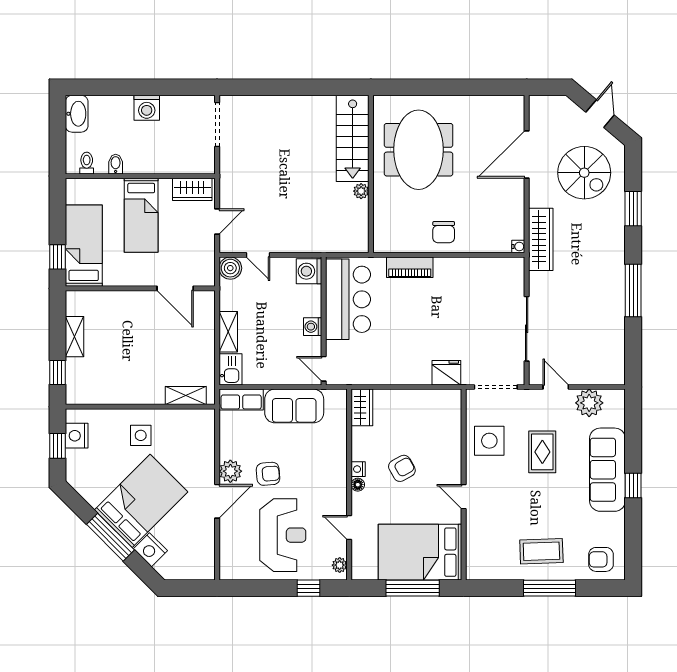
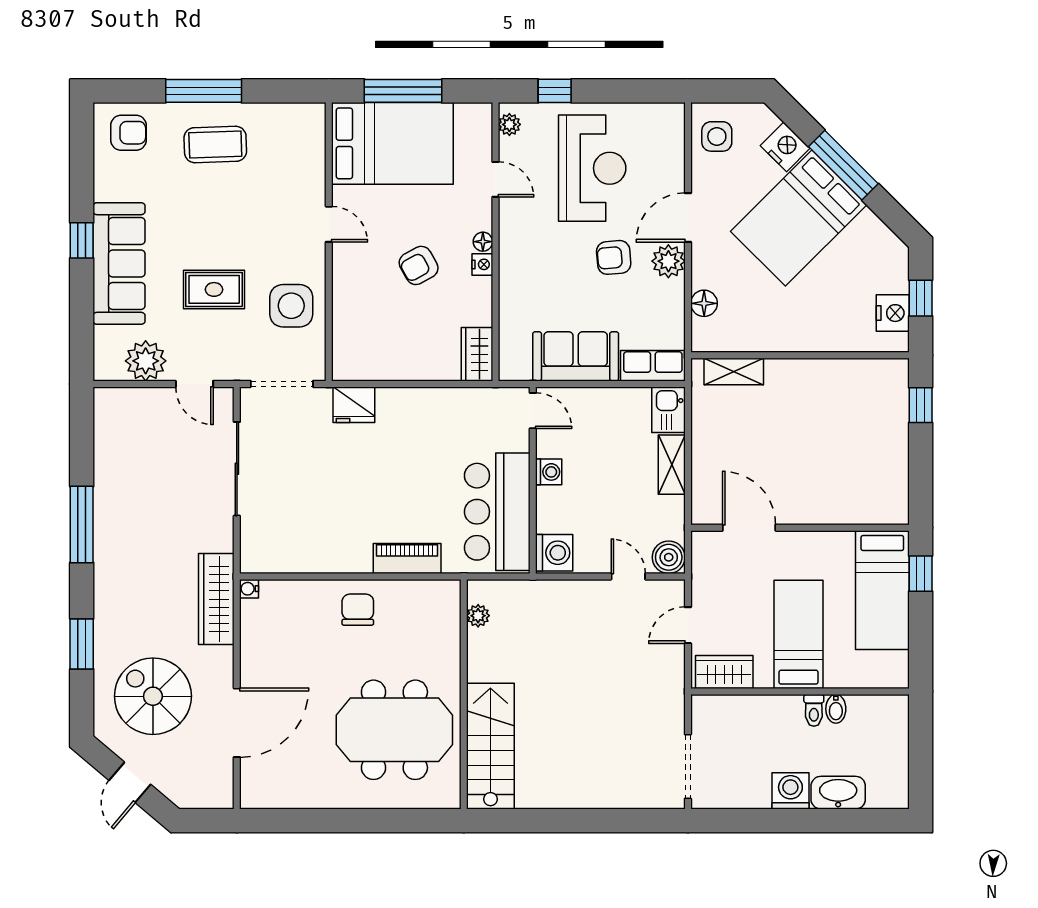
washbasin: (77, 114) -> (838, 793), moved, turned 90
meeting table: (419, 150) -> (394, 730), turned 90
toilet: (87, 163) -> (814, 710), moved
plant: (361, 191) -> (478, 616), moved
shelving: (74, 337) -> (896, 457), removed
side table: (141, 435) -> (717, 136), moved
floor lamp: (206, 442) -> (704, 303), added
rug: (542, 452) -> (214, 289), turned 90
reception desk: (283, 535) -> (592, 168), turned 180

